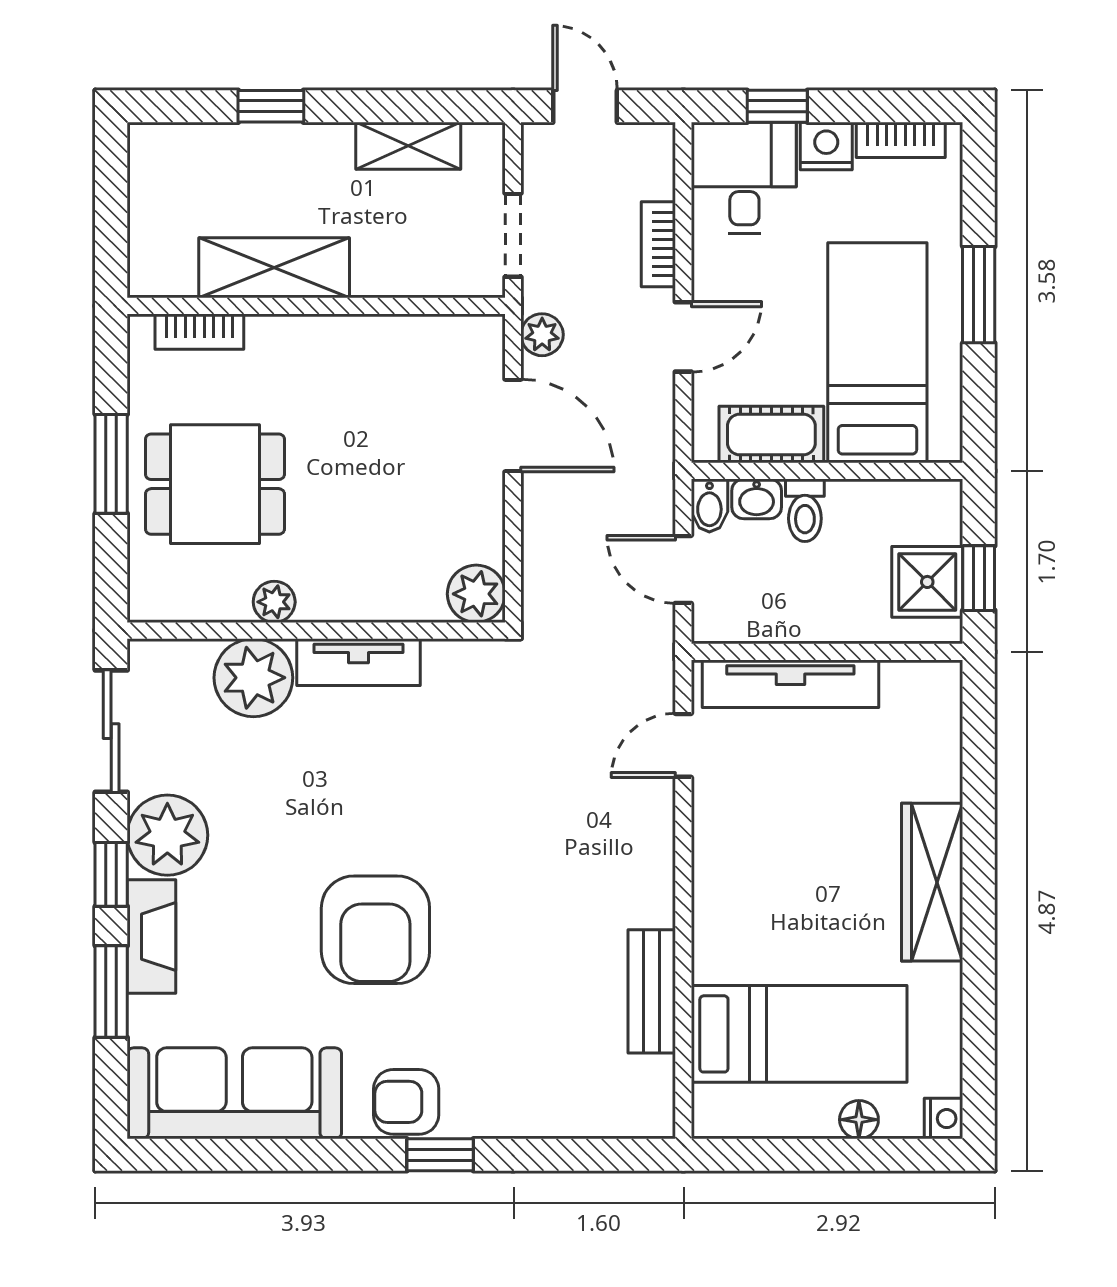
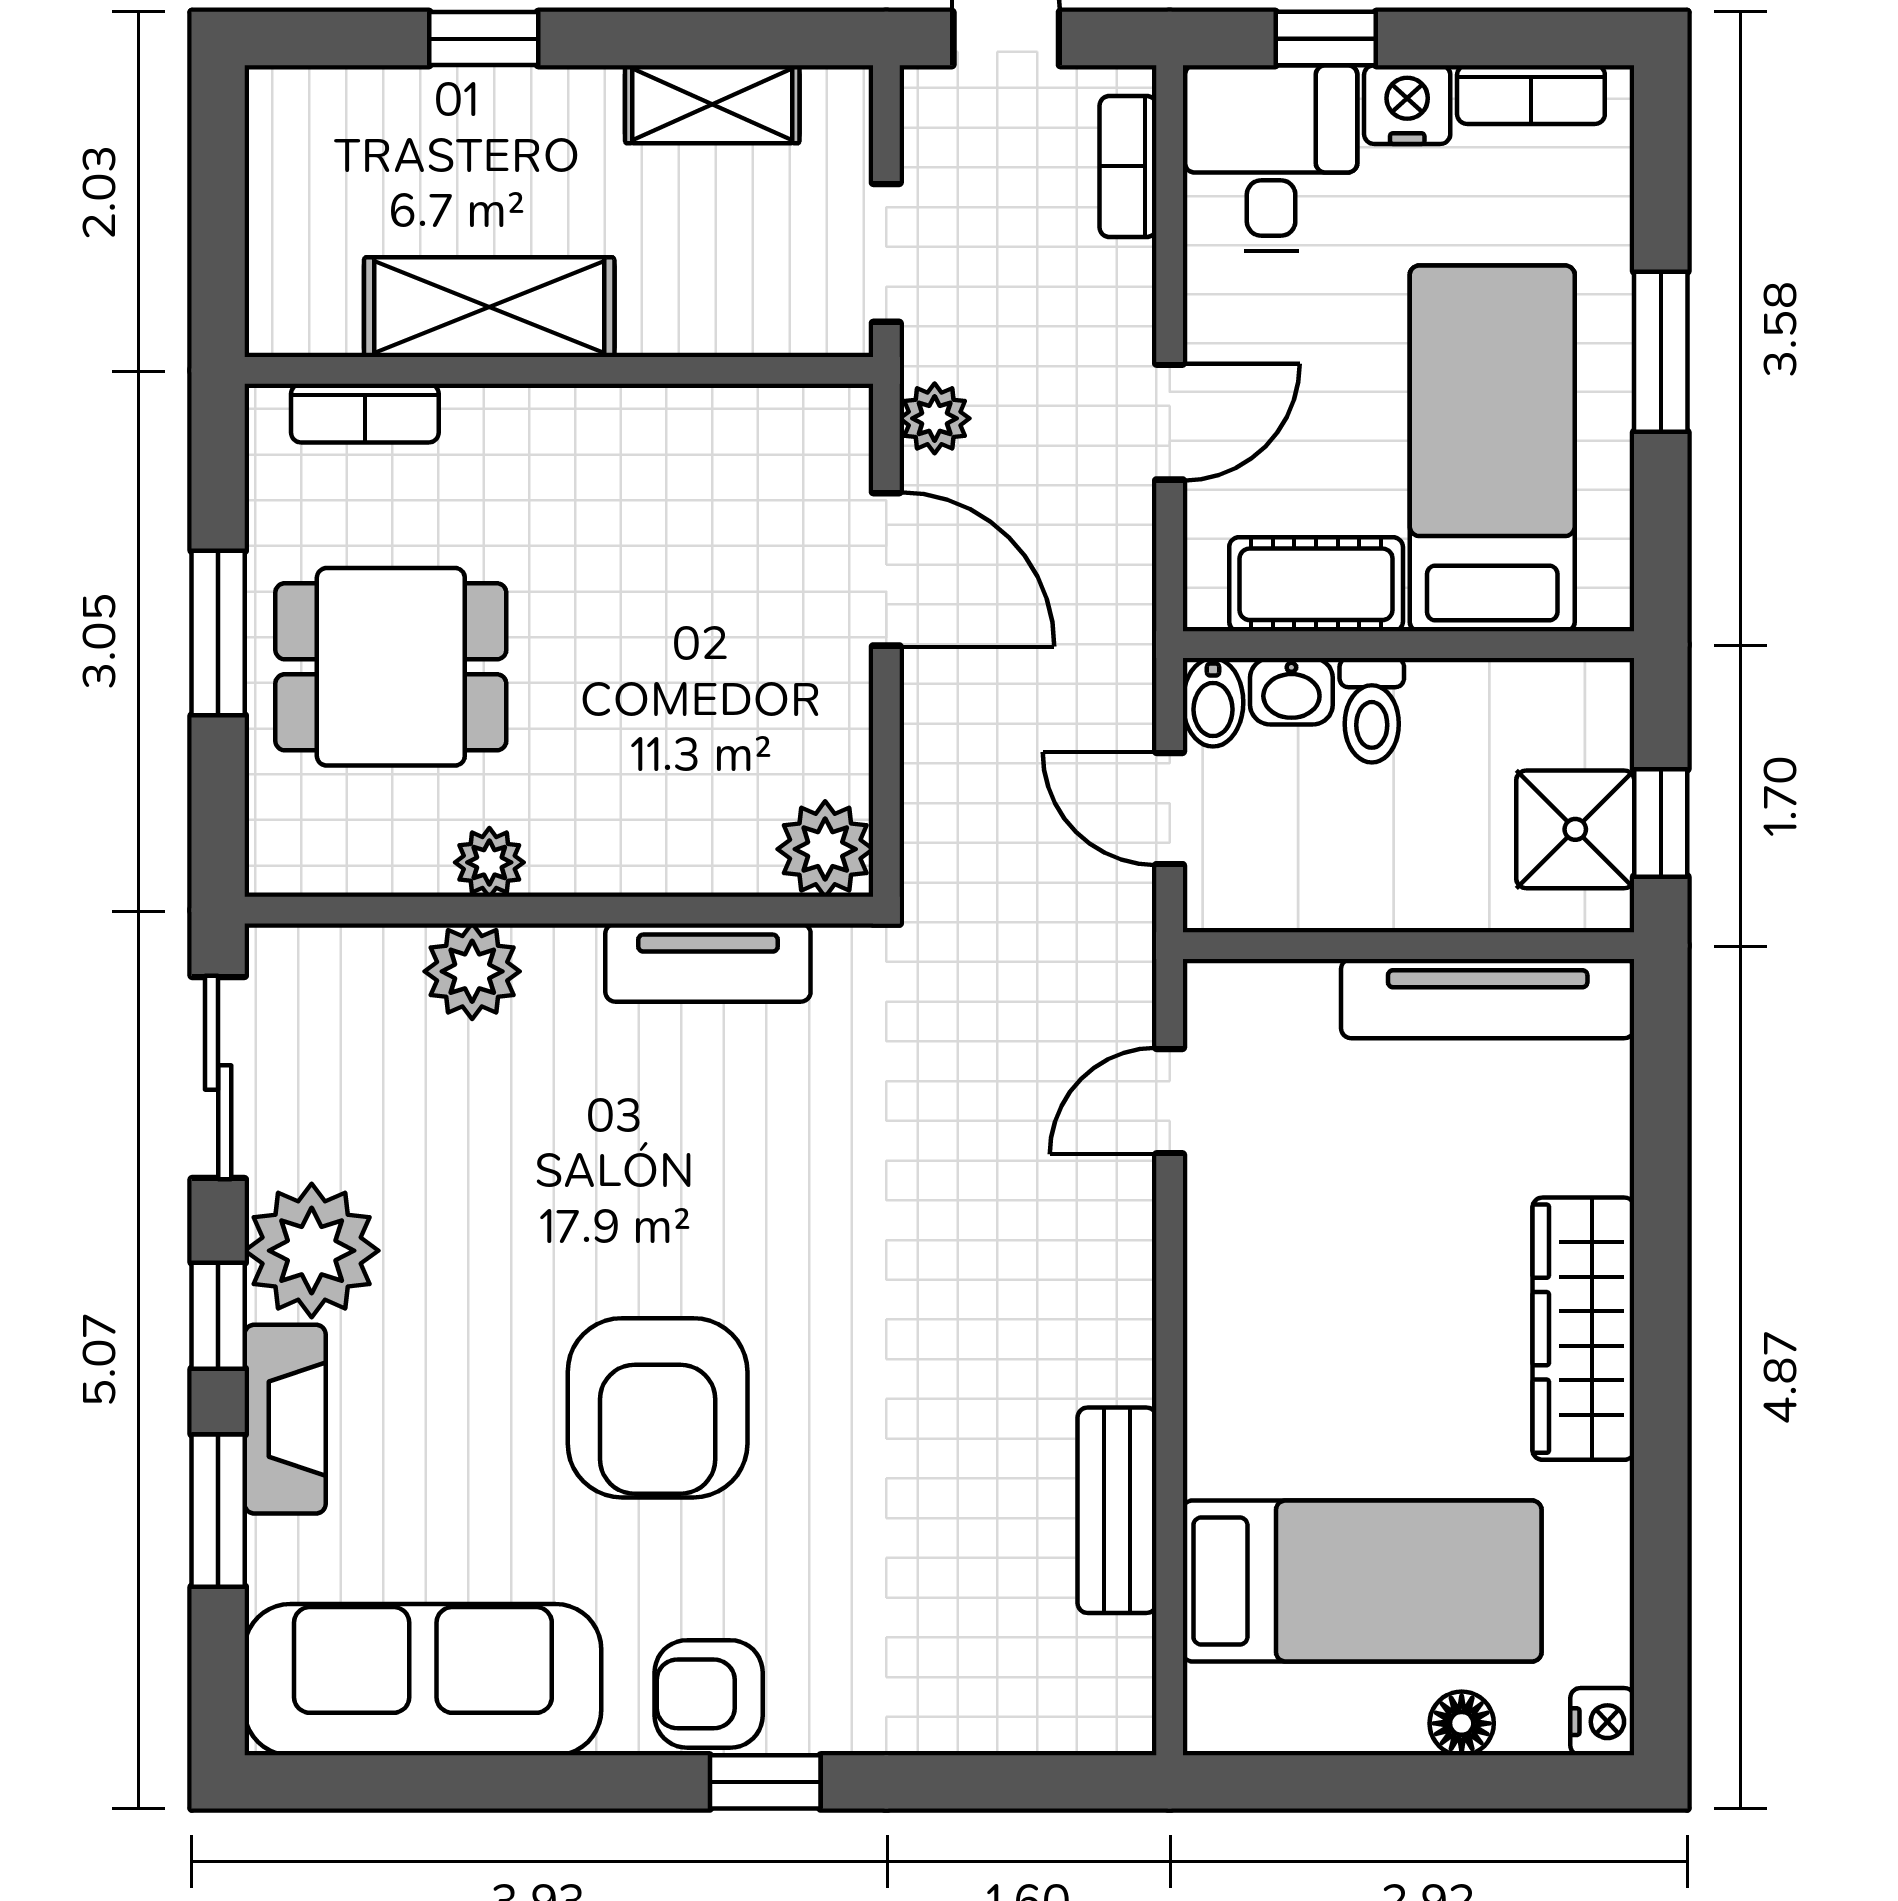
bookcase: (658, 244) -> (1128, 166), moved
tv unit: (359, 662) -> (708, 963), moved
plant: (253, 678) -> (472, 971), width x0.73, depth x0.73
tv unit: (790, 684) -> (1488, 999), moved

